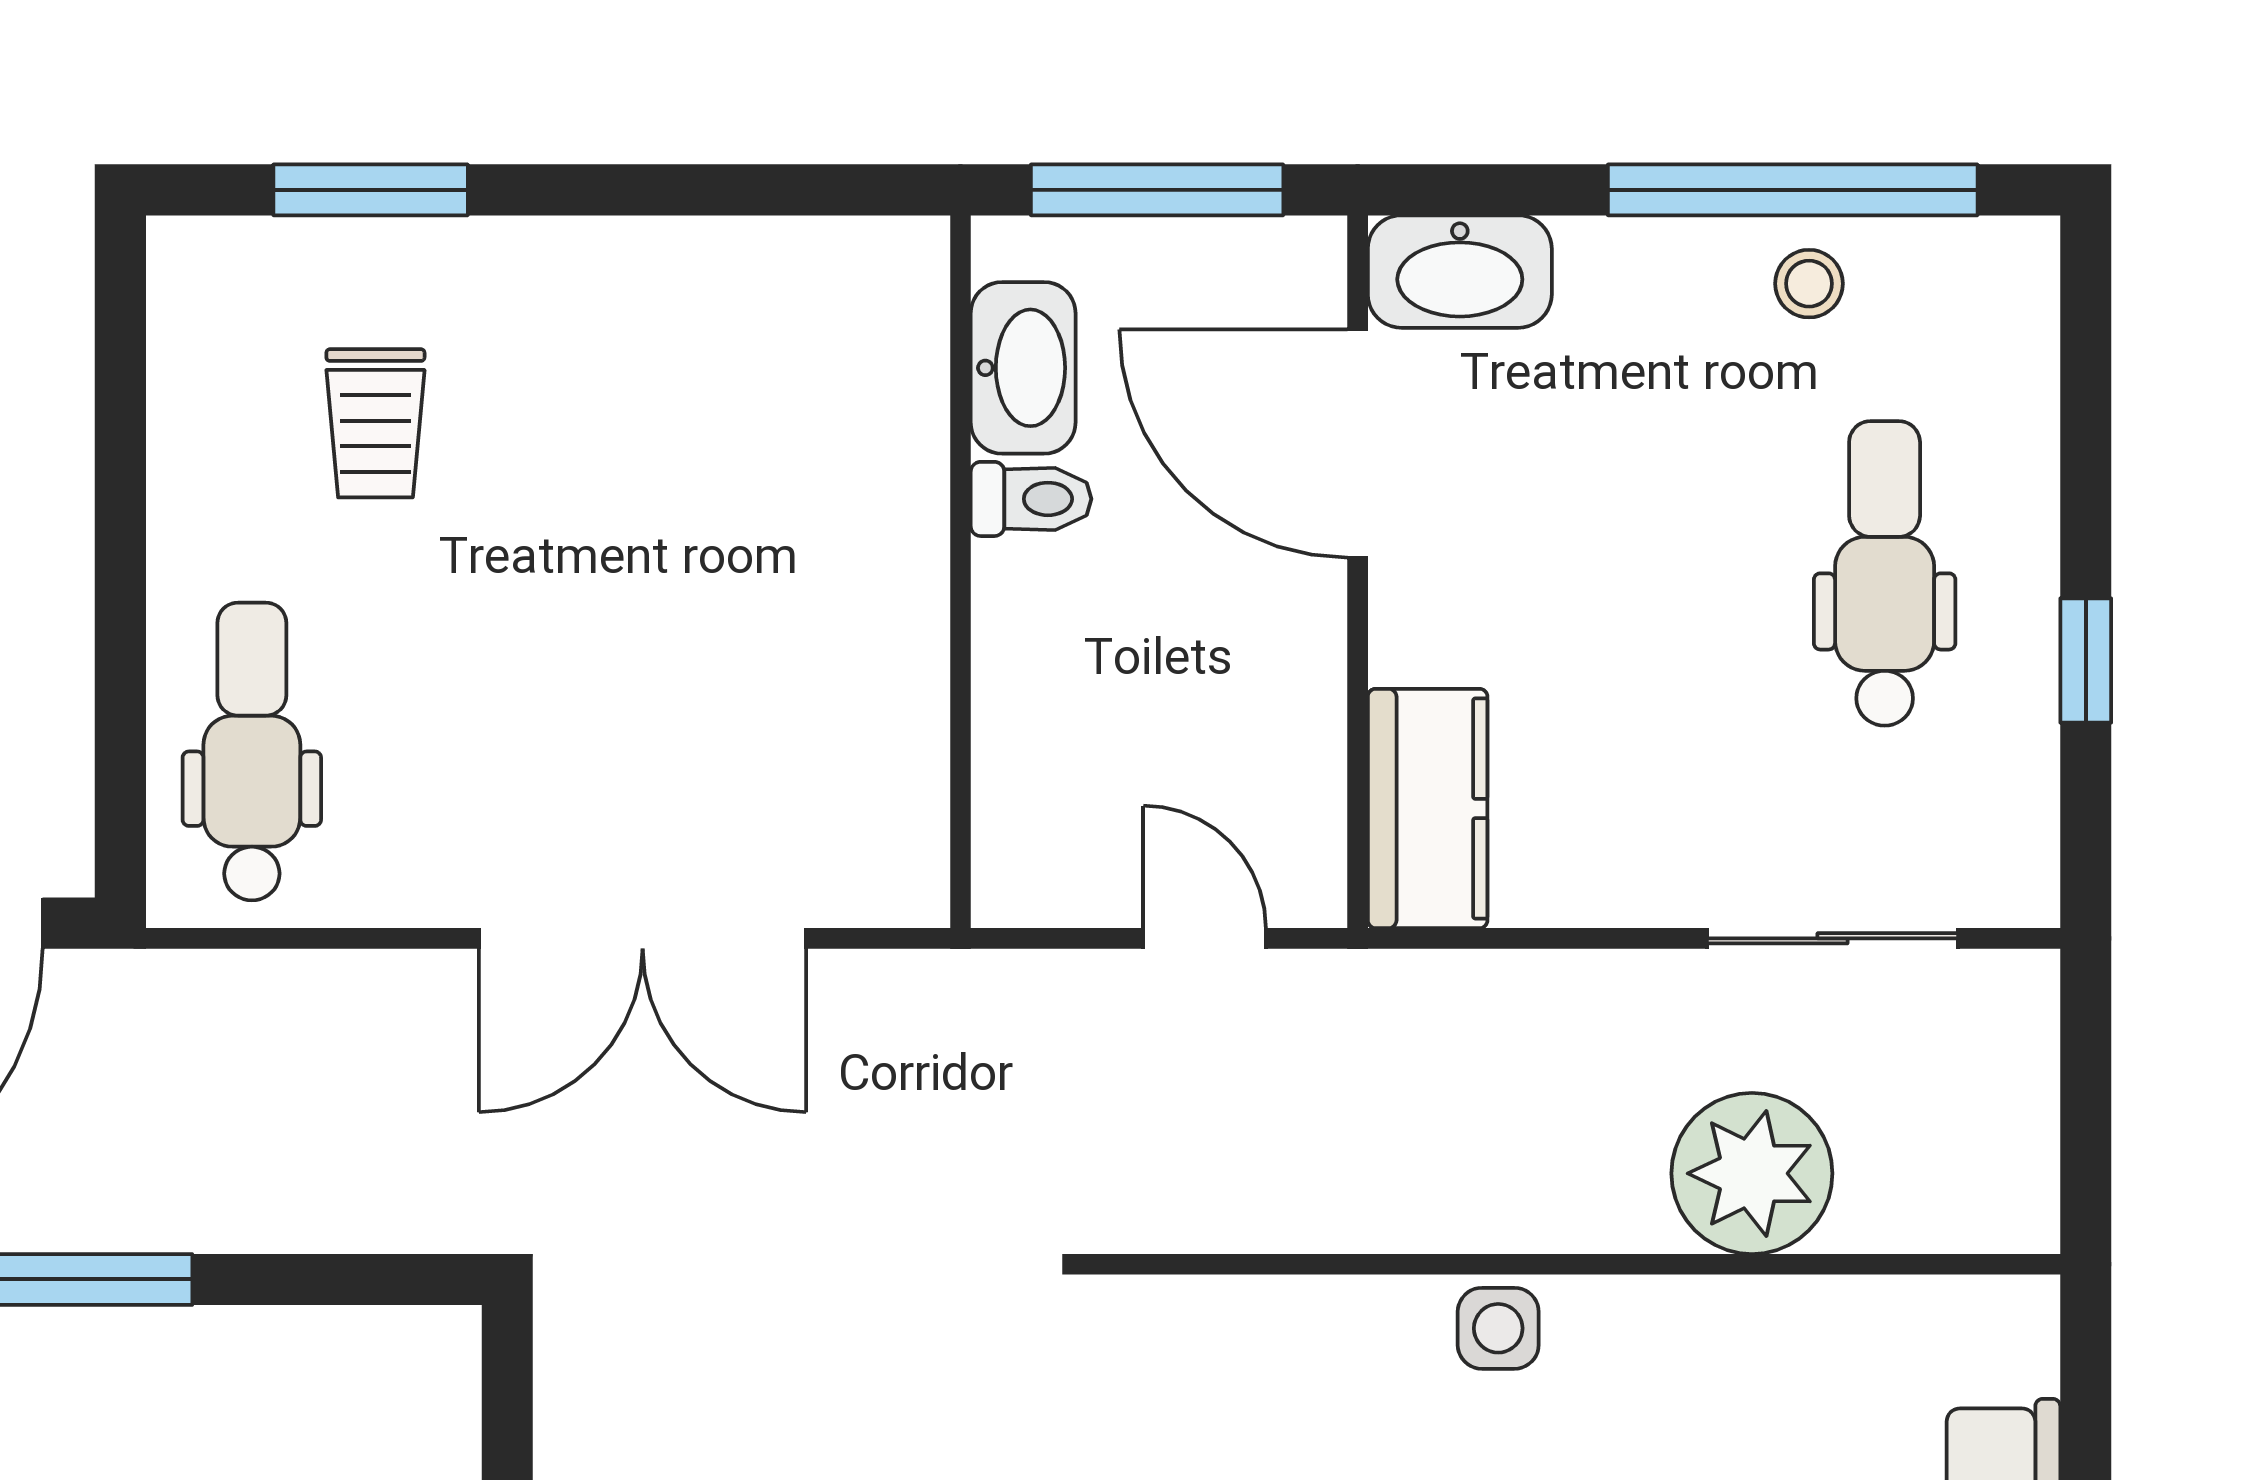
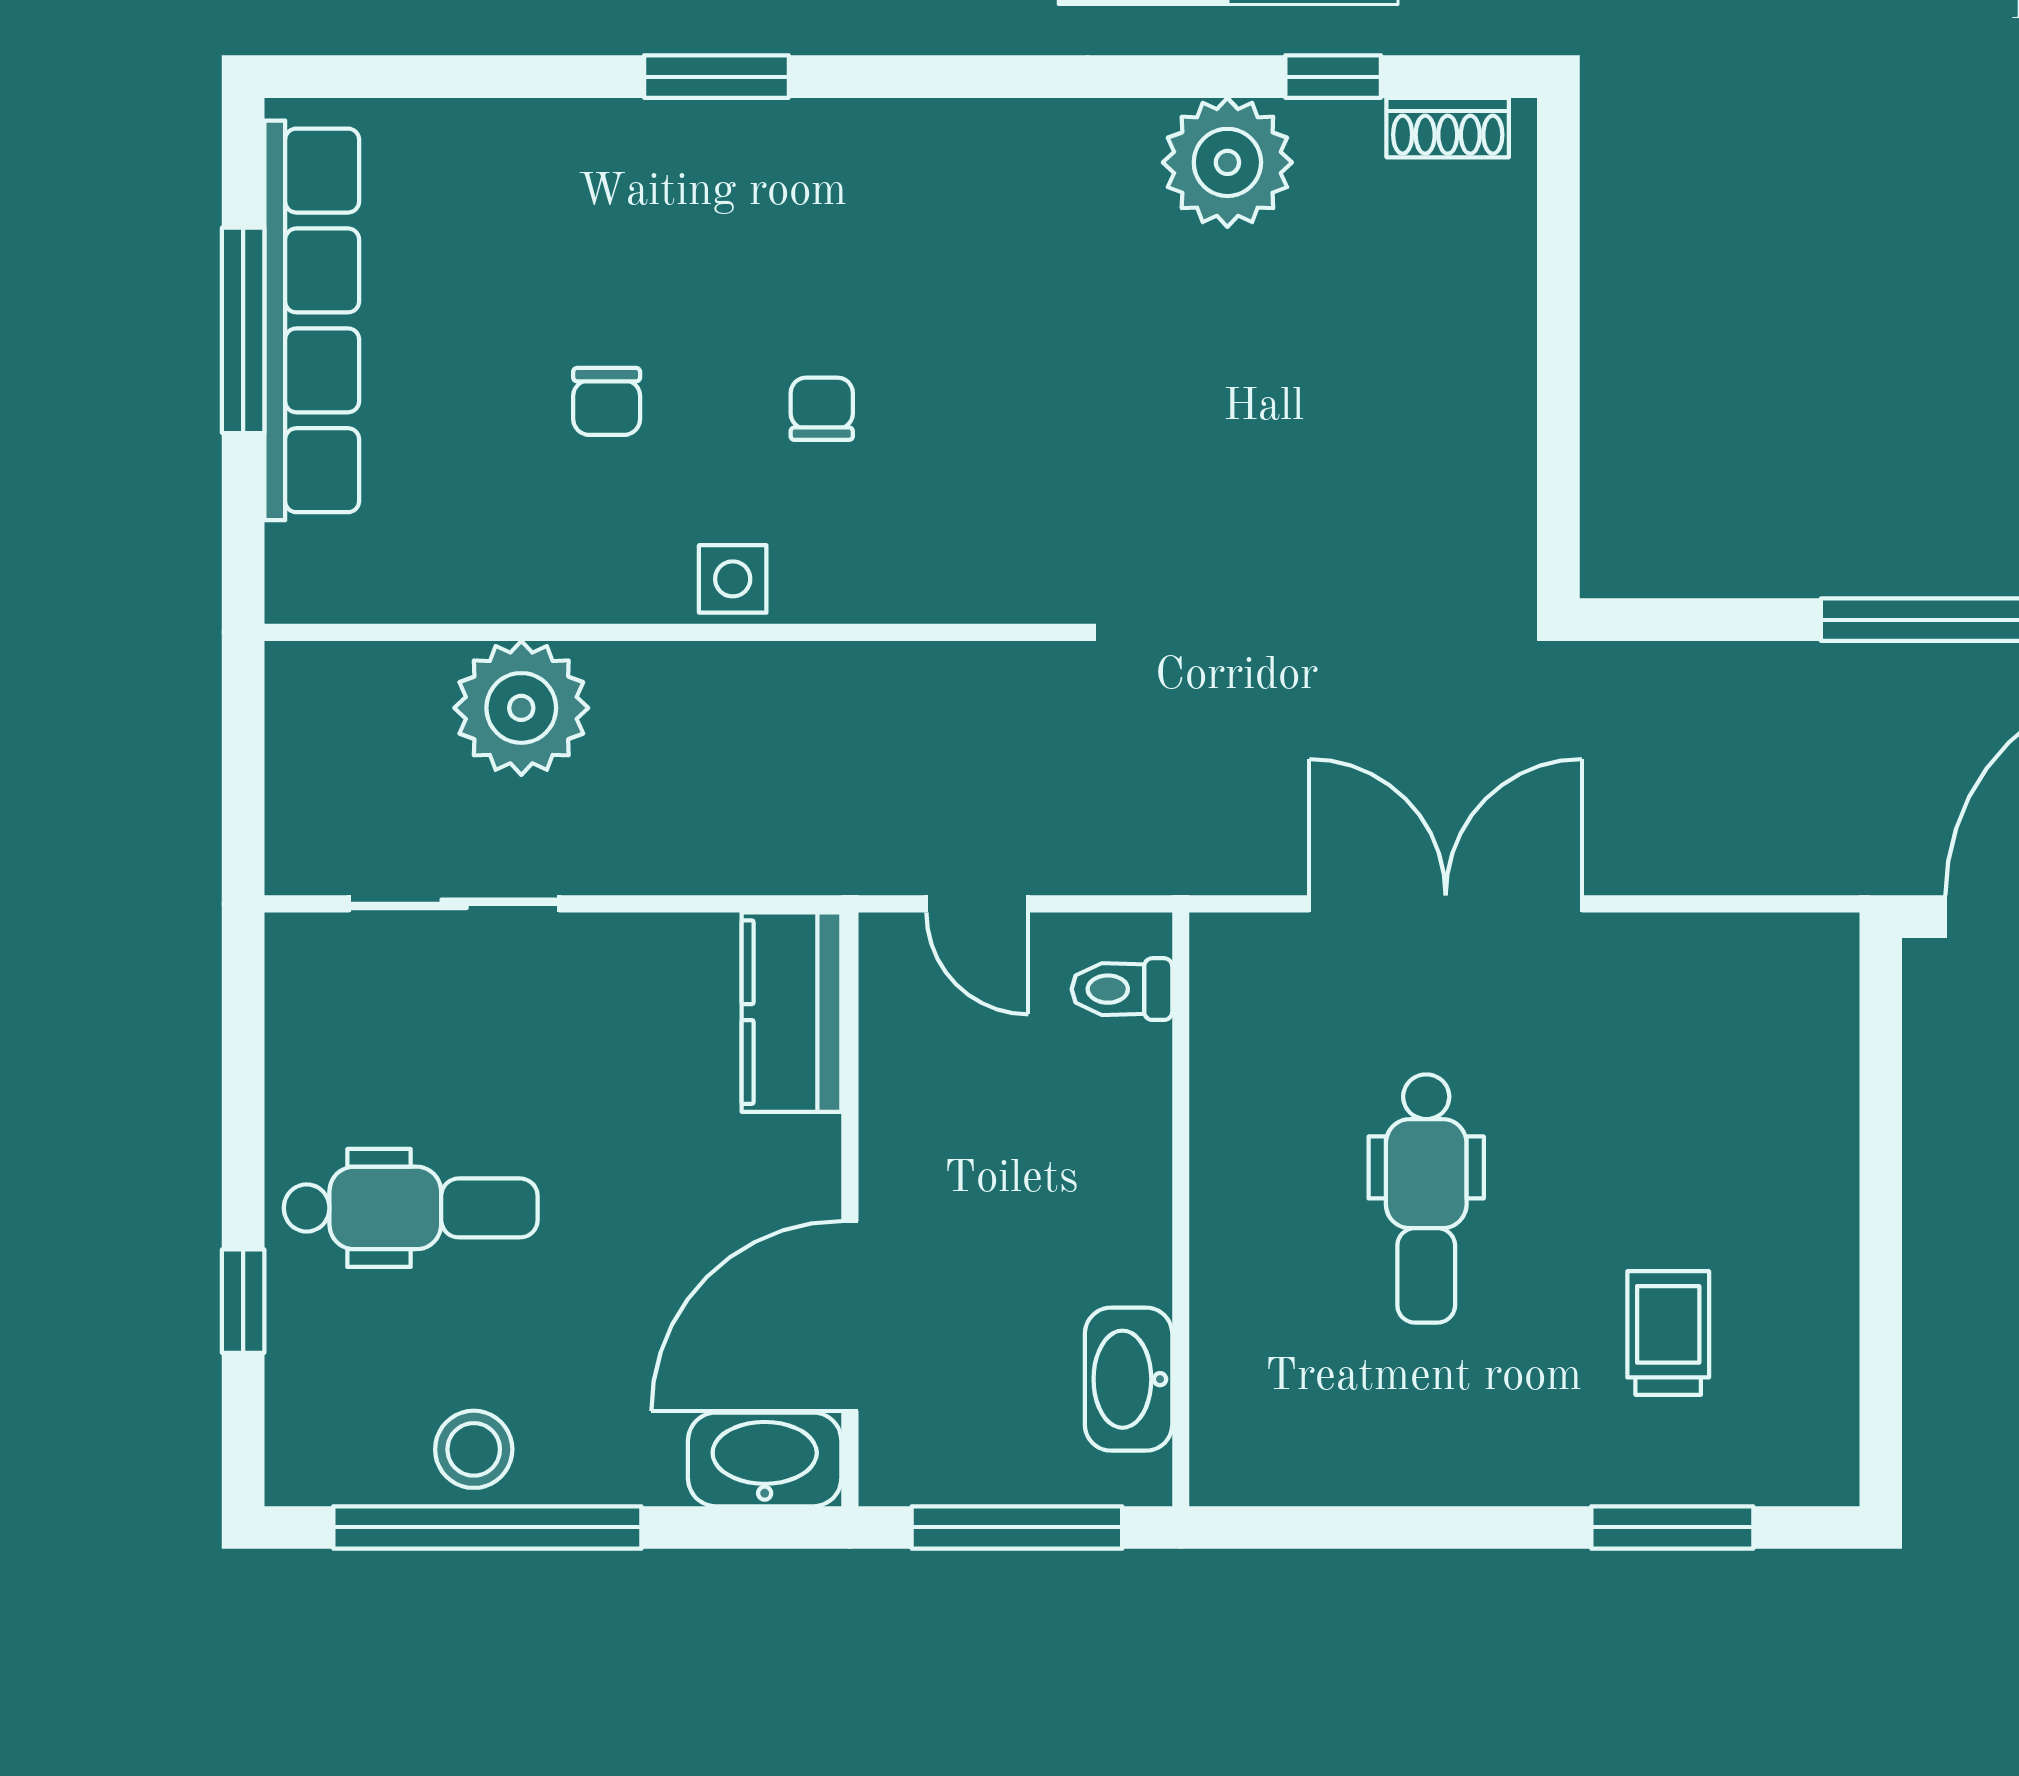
stool: (1809, 284) -> (474, 1449), width x1.37, depth x1.37
door: (1358, 443) -> (850, 1316), swing flipped
toilet: (1031, 499) -> (1122, 989), moved
dental chair: (1885, 573) -> (411, 1208), turned -90
window: (2086, 661) -> (243, 1301), moved
dental chair: (252, 751) -> (1426, 1198), moved

